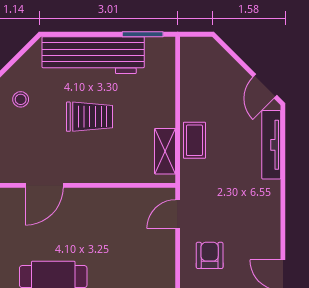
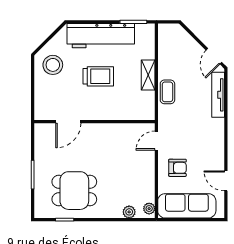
stool: (21, 99) -> (53, 65), width x1.89, depth x1.89
shelving: (165, 151) -> (148, 75), moved
armchair: (210, 255) -> (177, 168), turned 90

